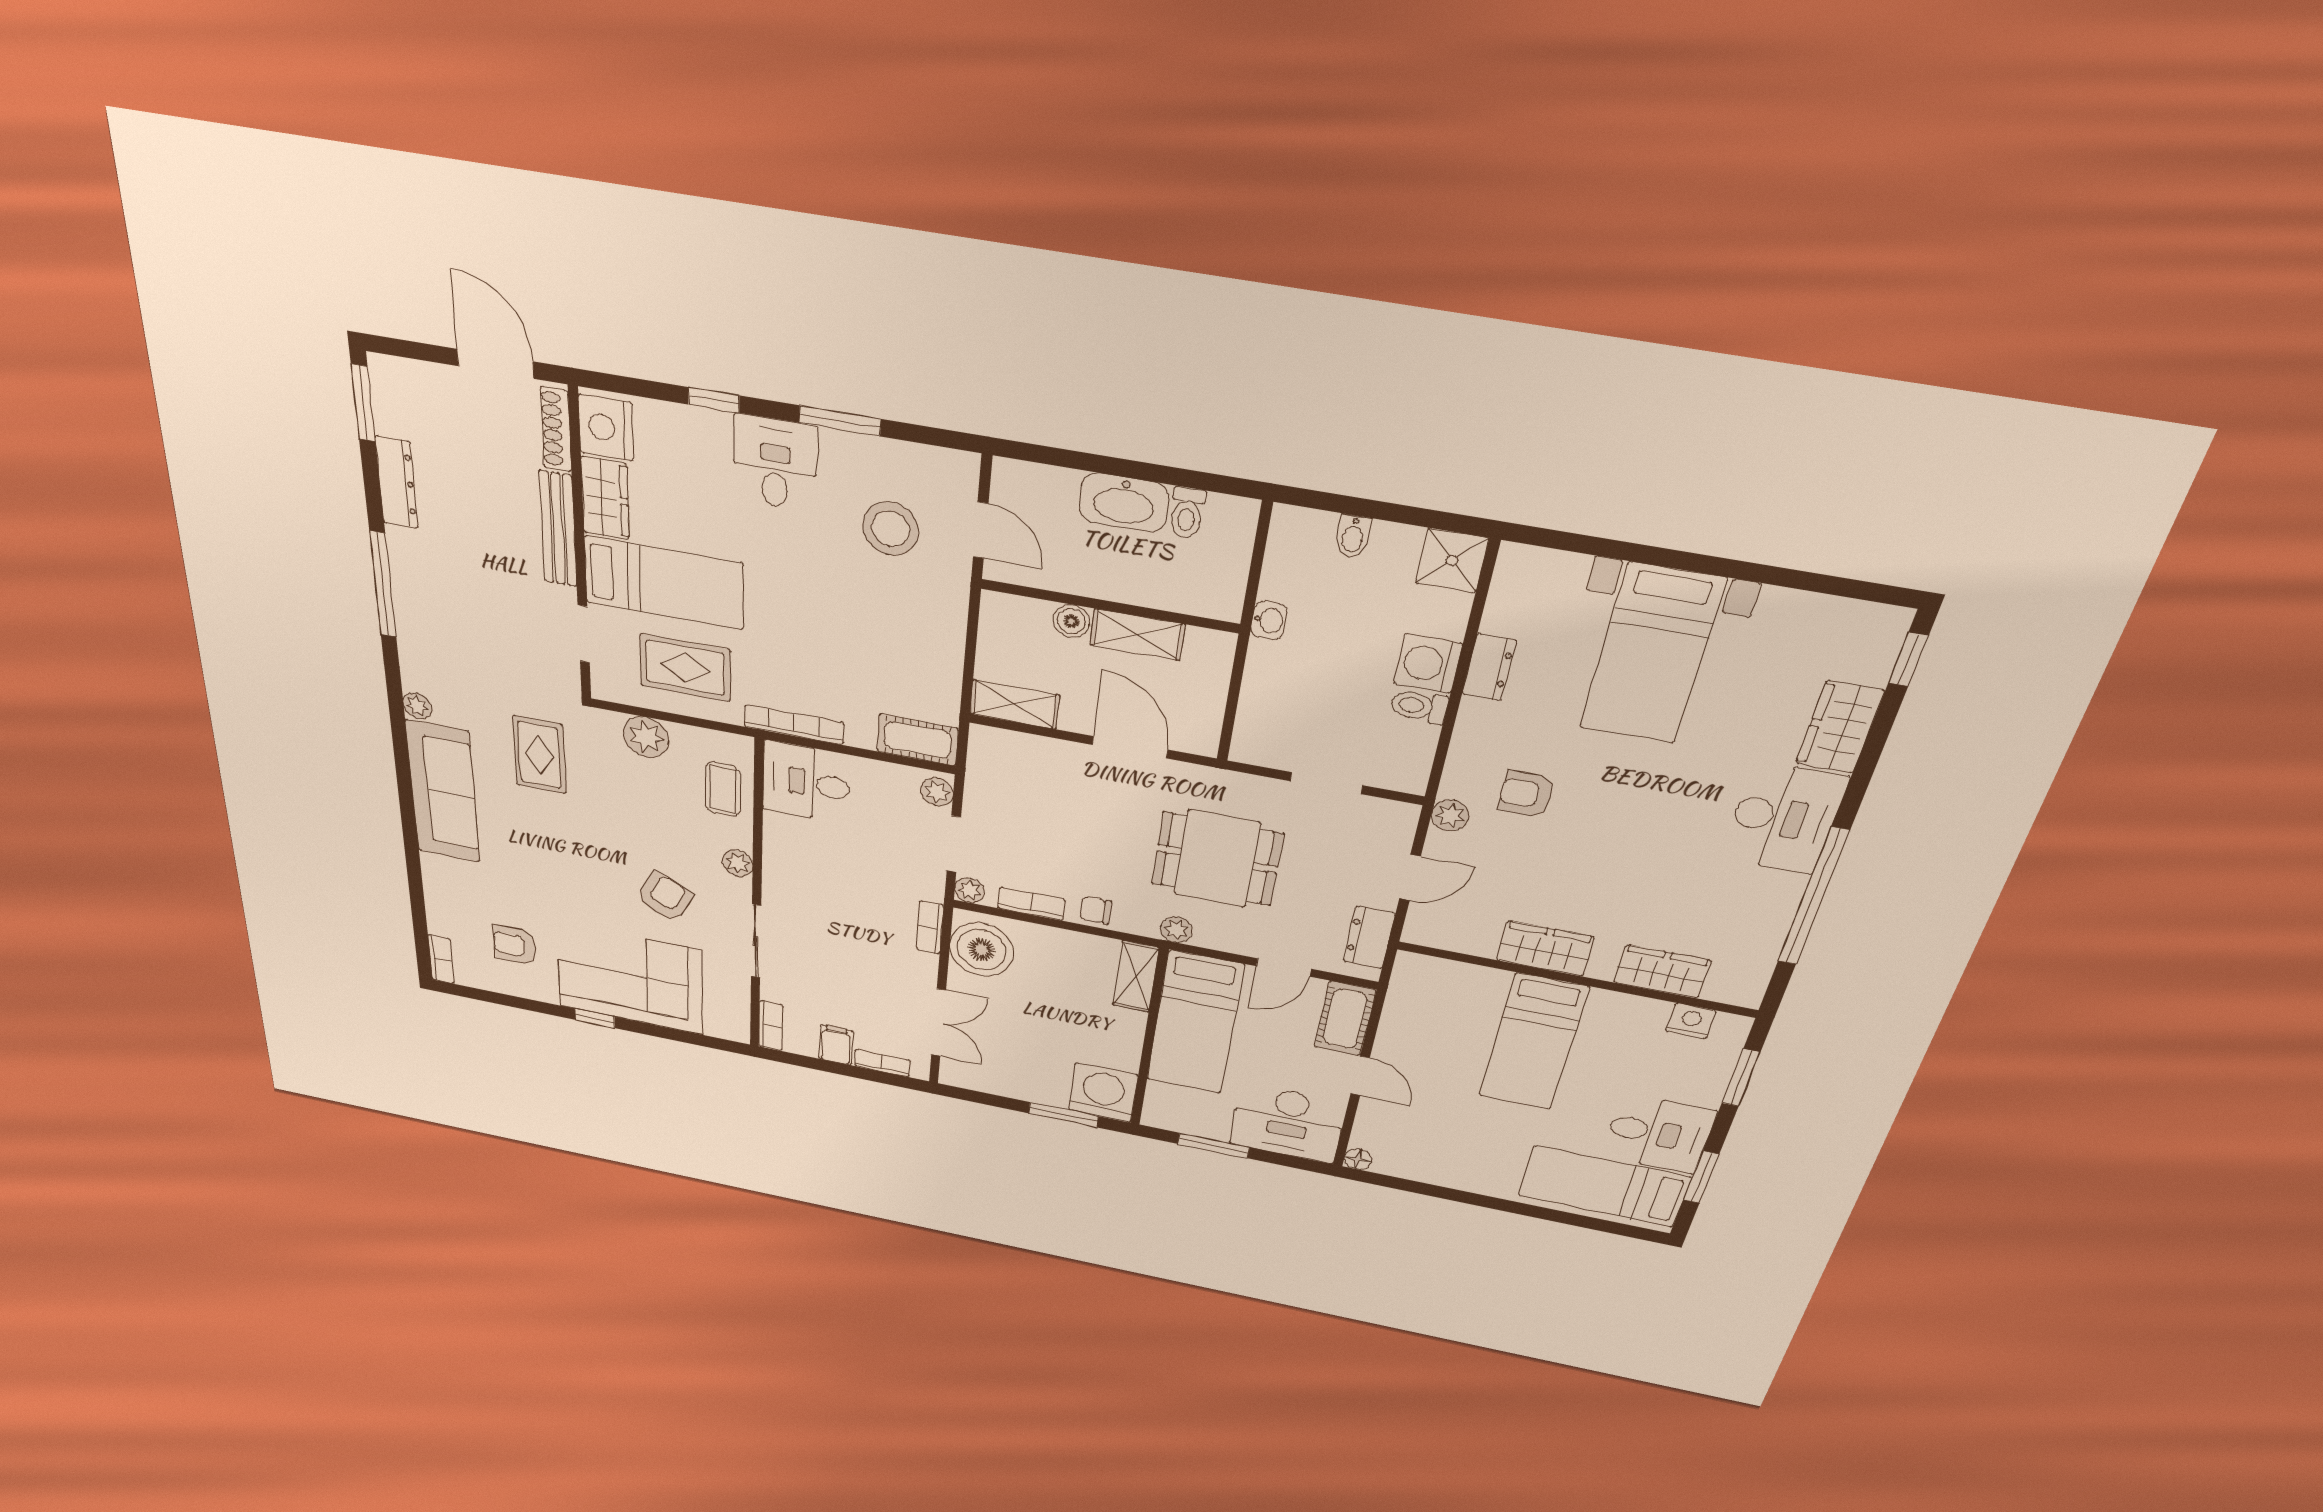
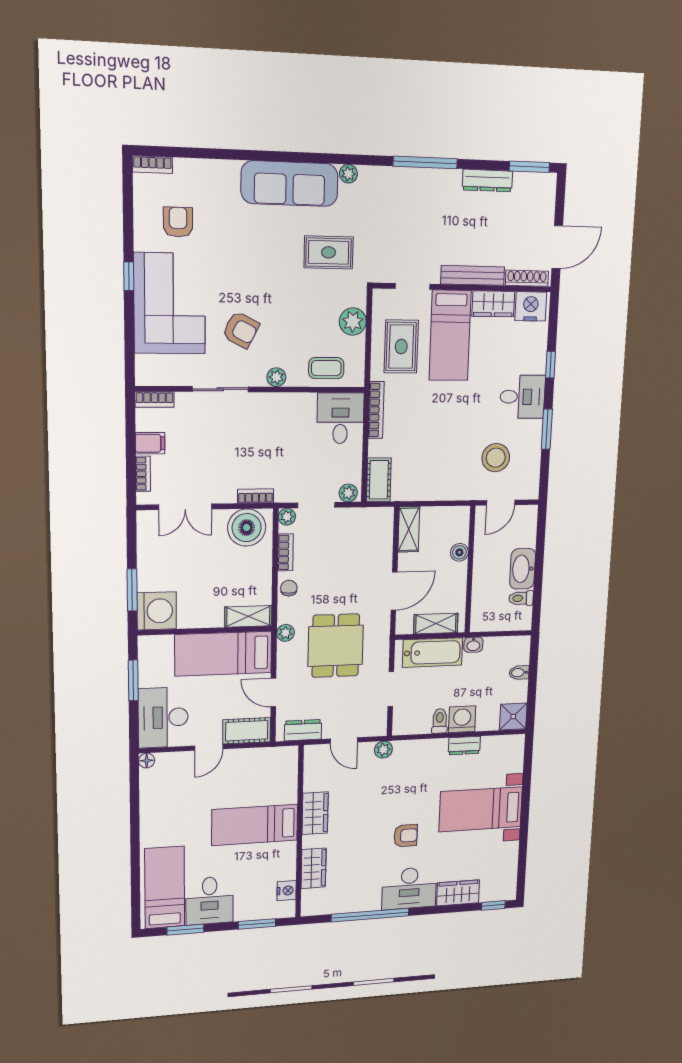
shelving: (1137, 635) -> (436, 624), moved, turned 90
bathtub: (1268, 698) -> (433, 653), added
armchair: (1526, 794) -> (406, 836), moved, turned 90

